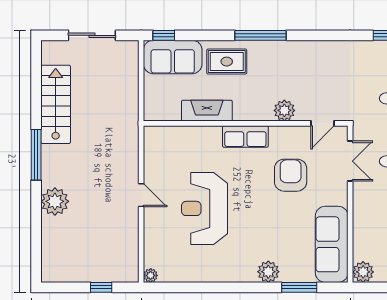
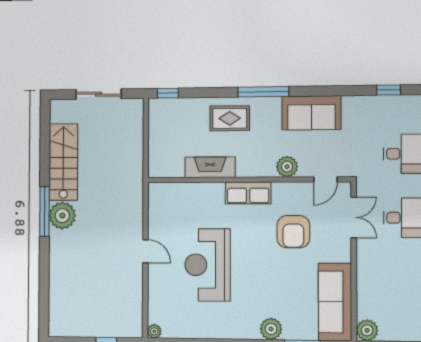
sofa: (173, 57) -> (311, 113), moved
armchair: (291, 175) -> (293, 232), turned 180
plant: (55, 201) -> (62, 216), moved

